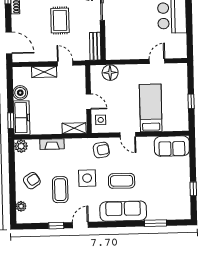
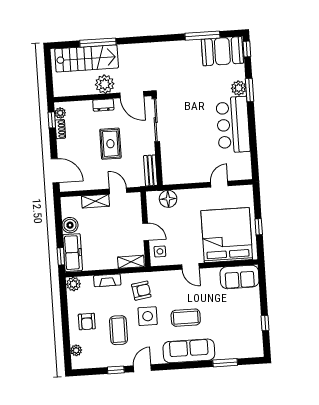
bed: (151, 108) -> (227, 235), width x2.04
armchair: (101, 150) -> (141, 291), moved
armchair: (32, 181) -> (87, 322), turned 123

